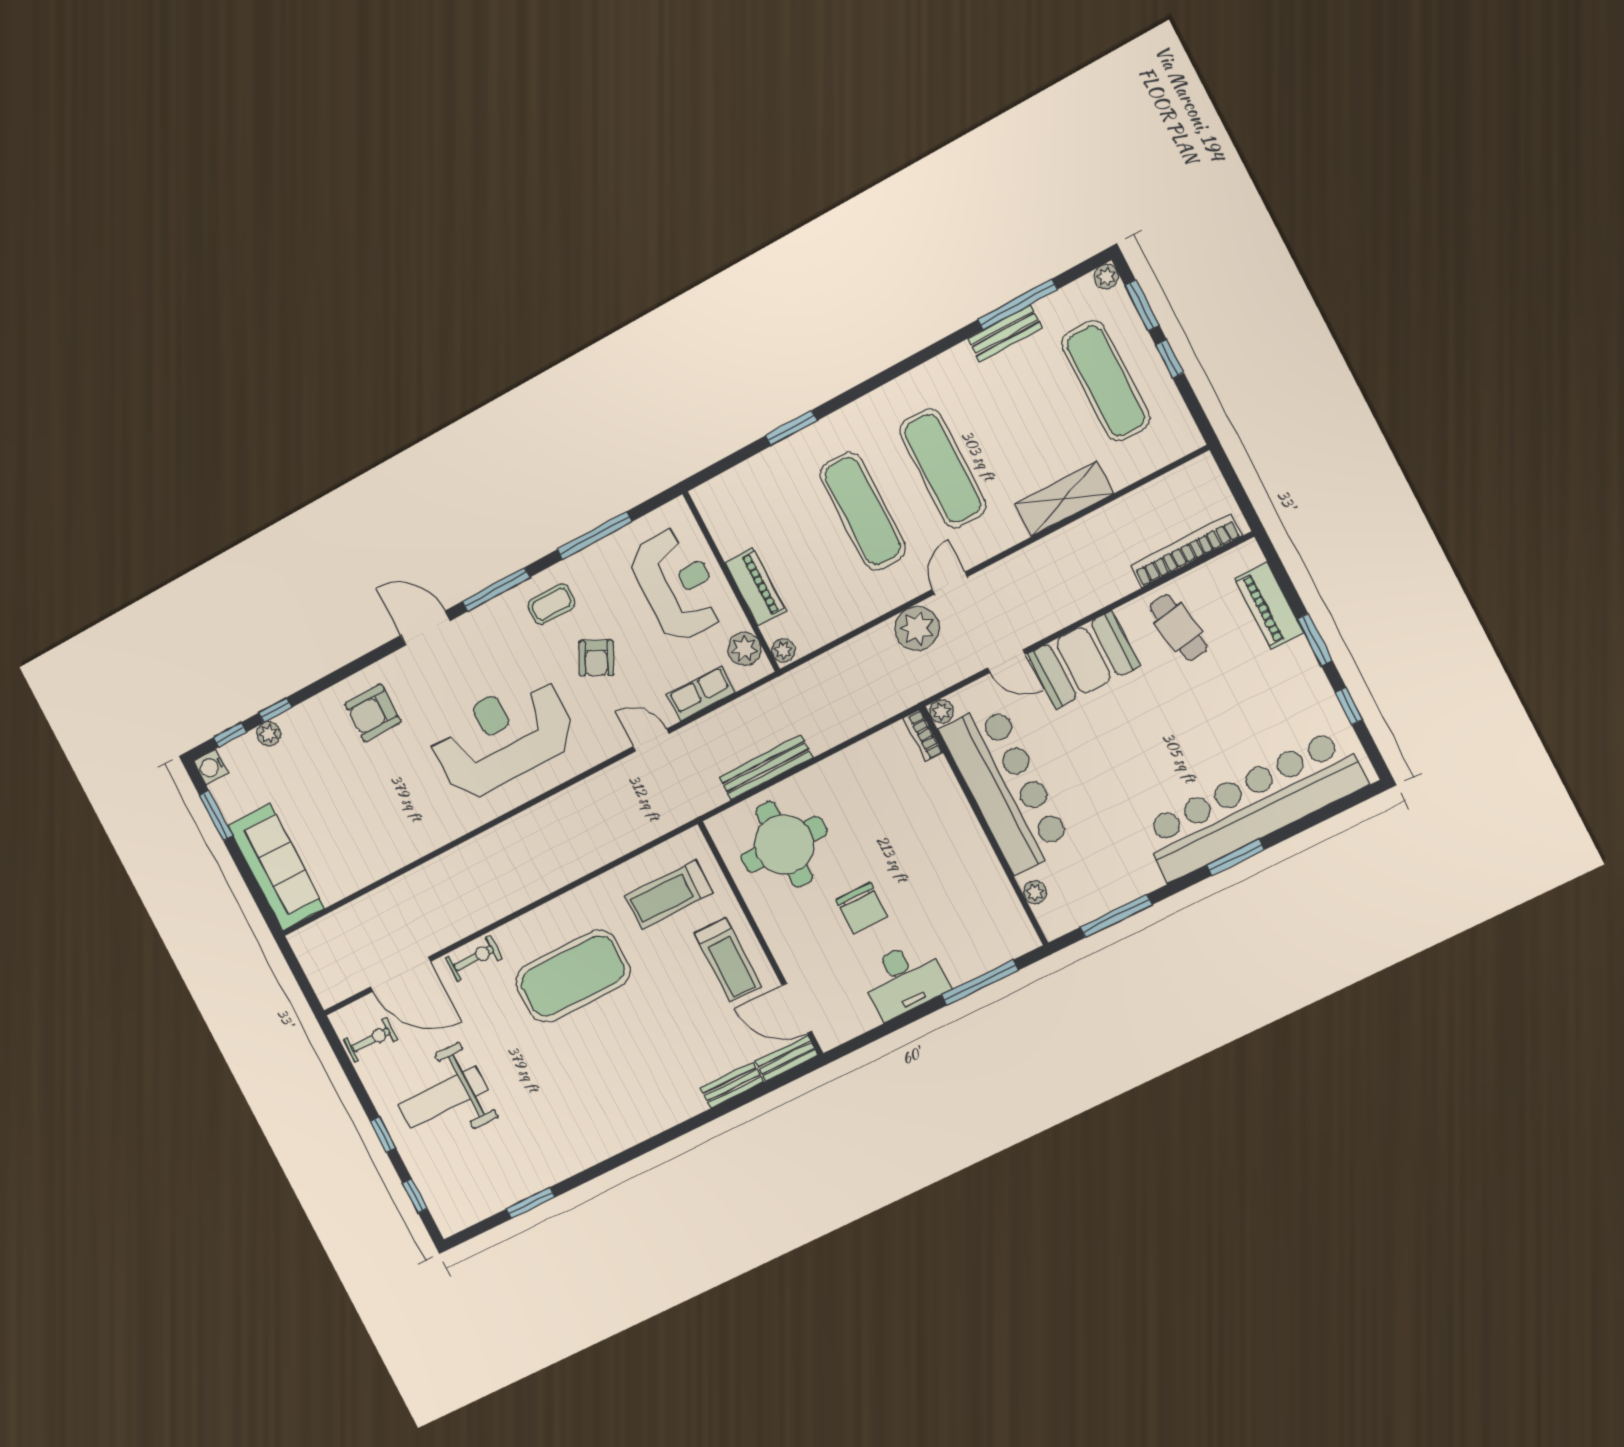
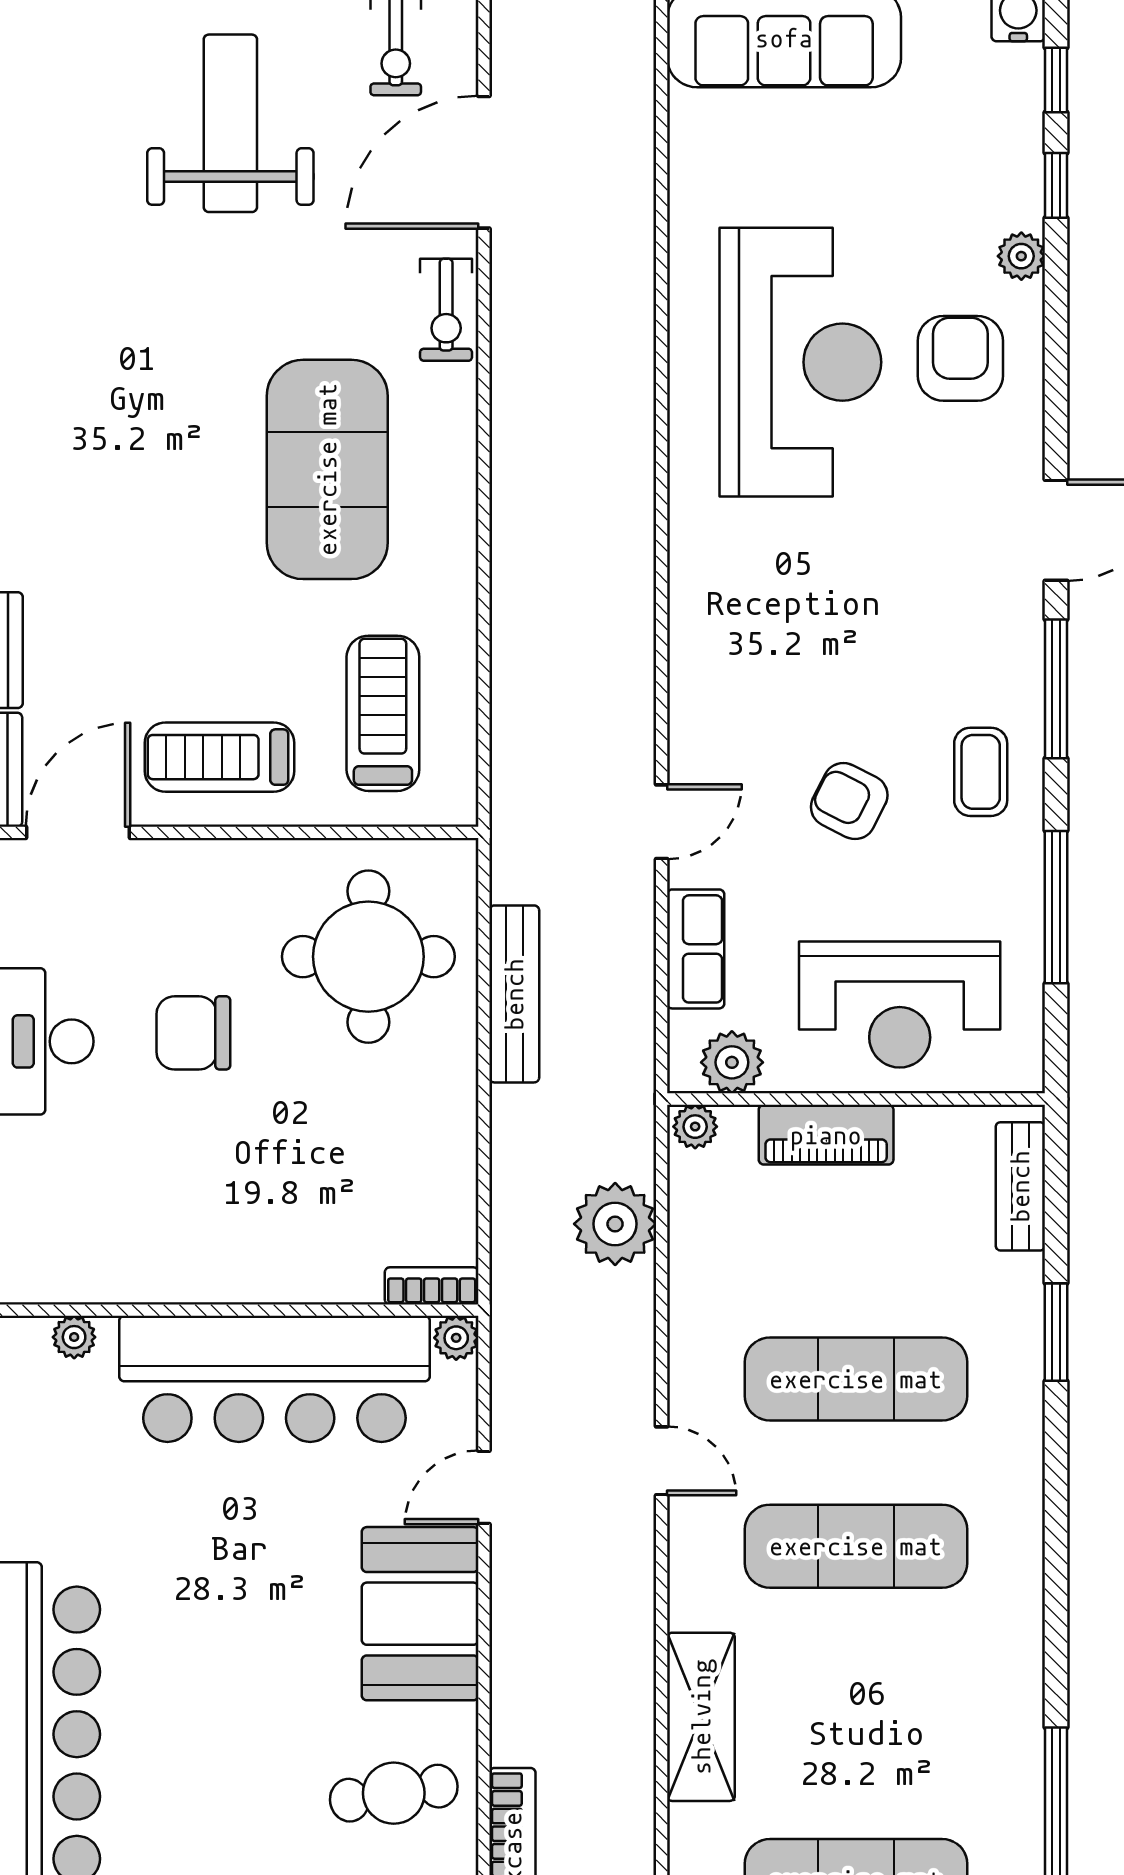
bench: (1005, 333) -> (1020, 1186), moved
plant: (917, 628) -> (615, 1224), moved
plant: (269, 734) -> (1021, 256), moved
reception desk: (502, 737) -> (800, 362), moved

